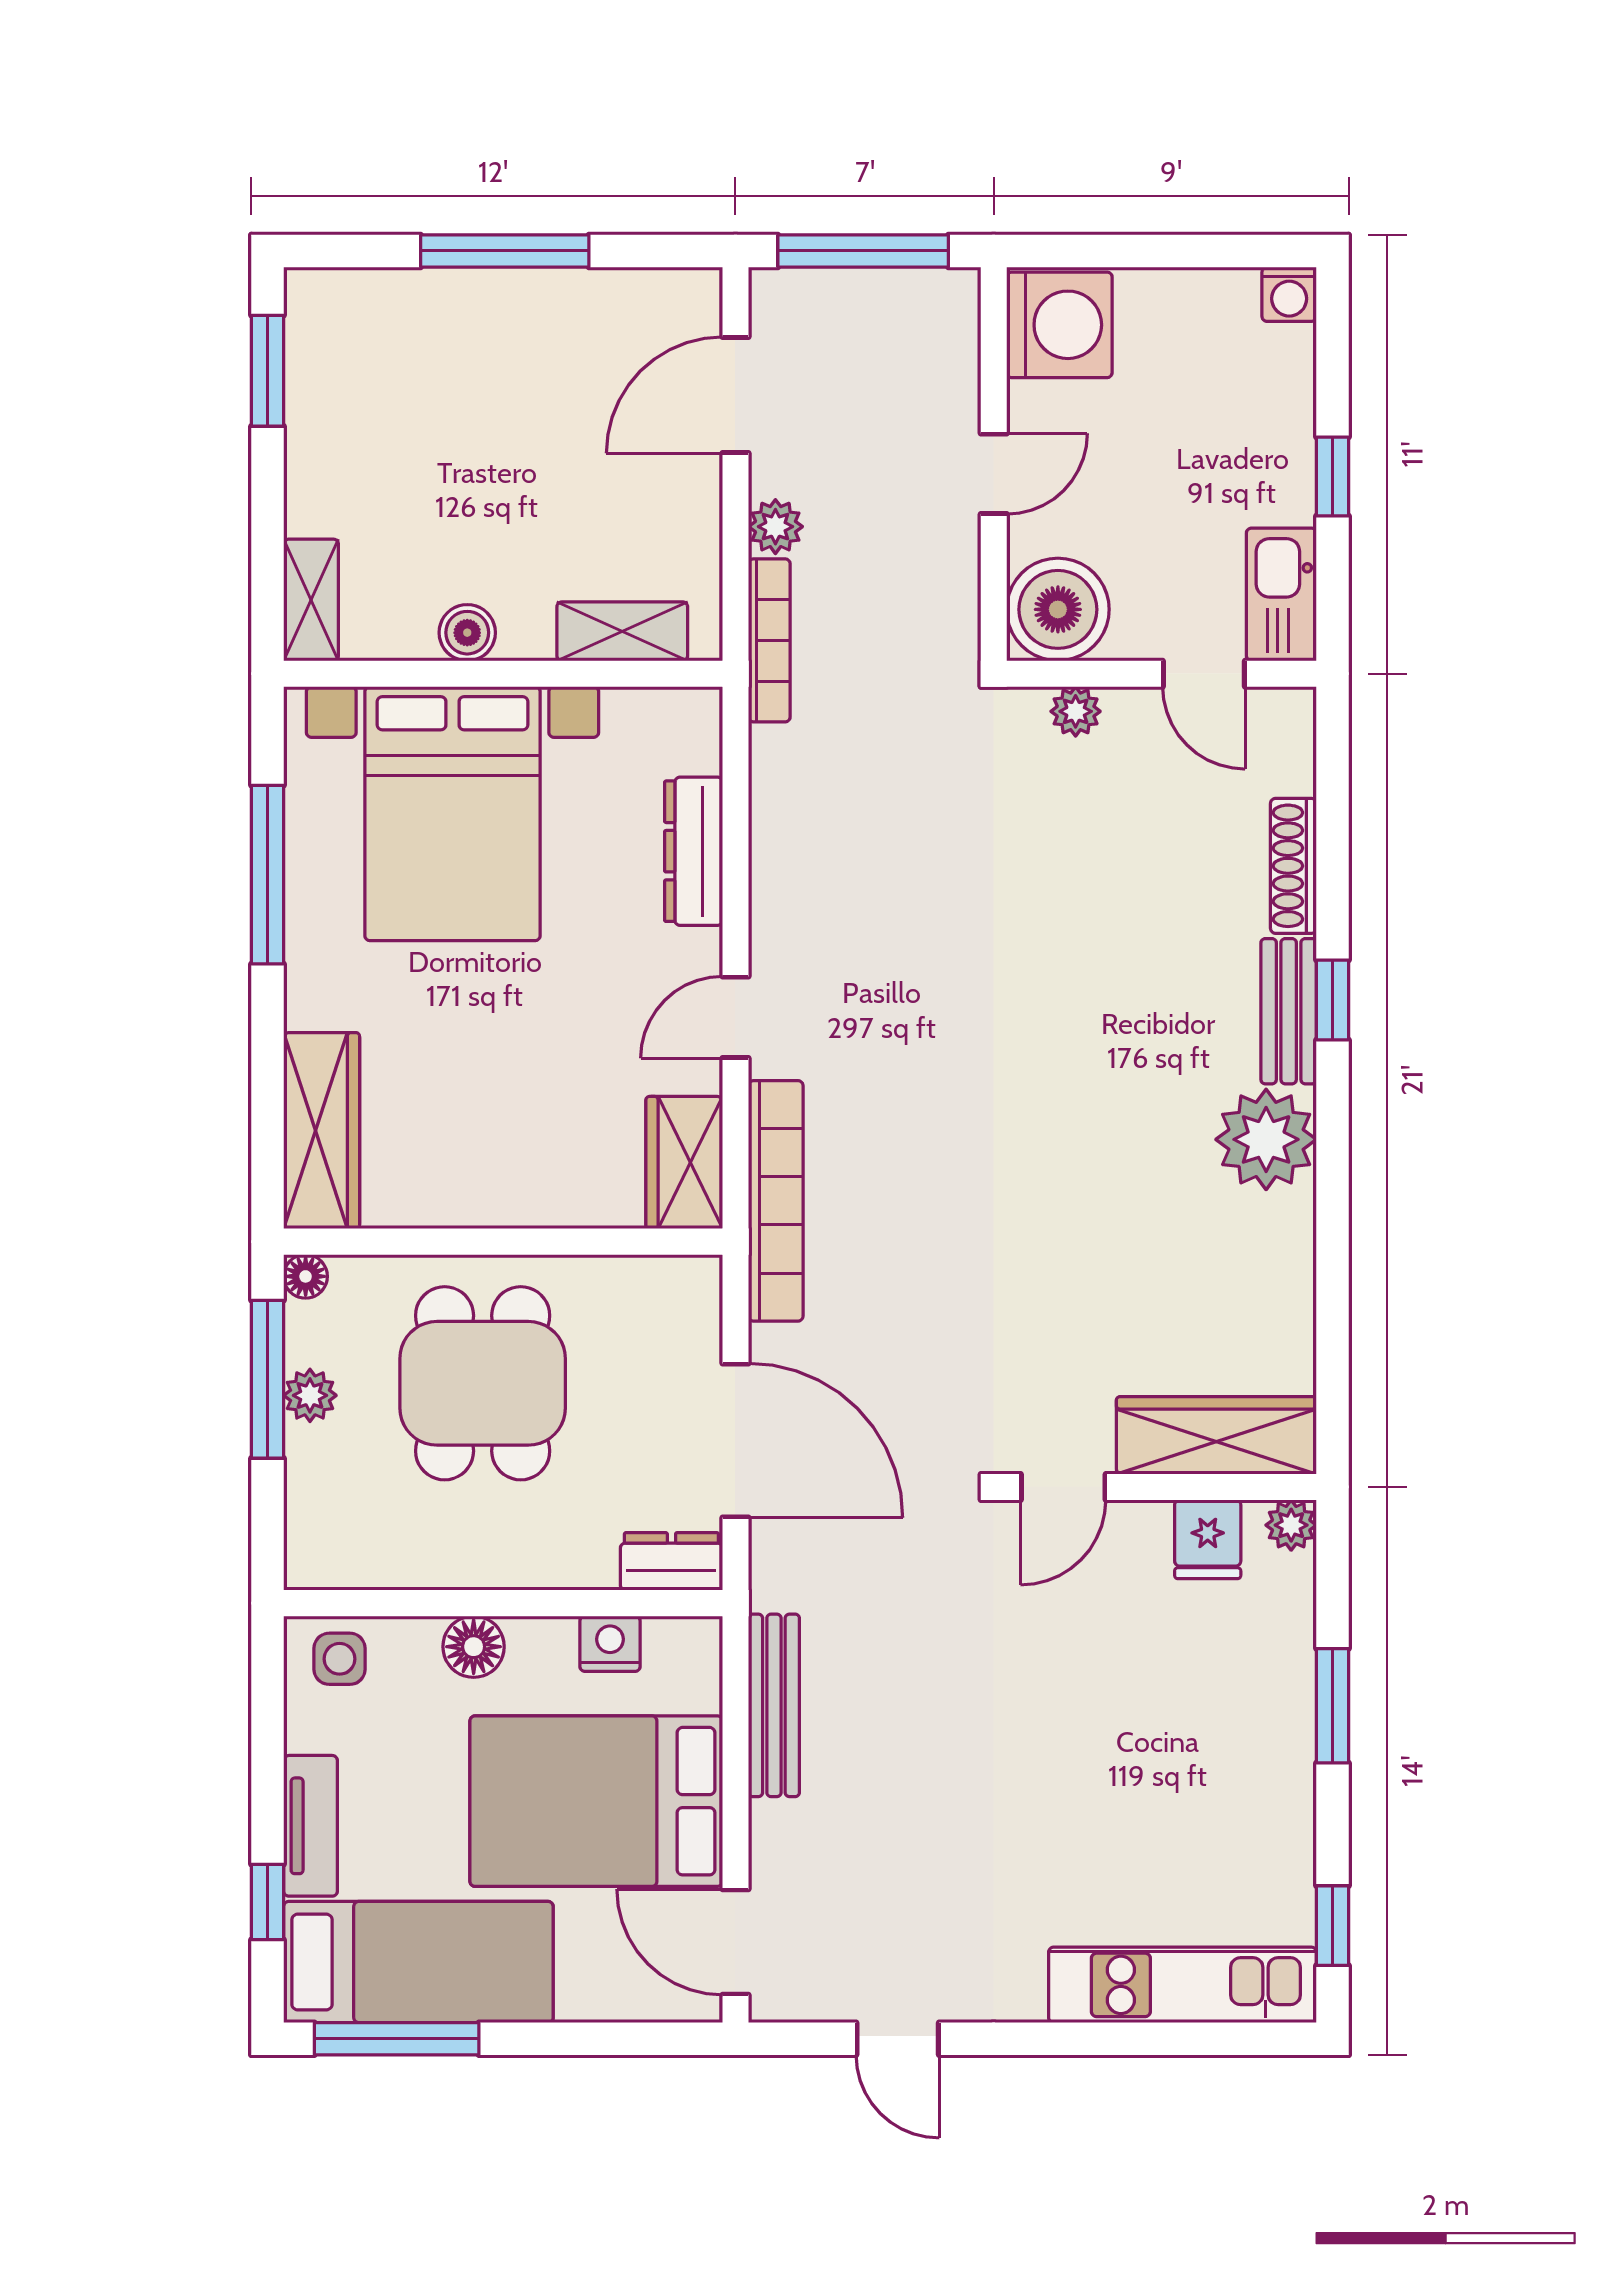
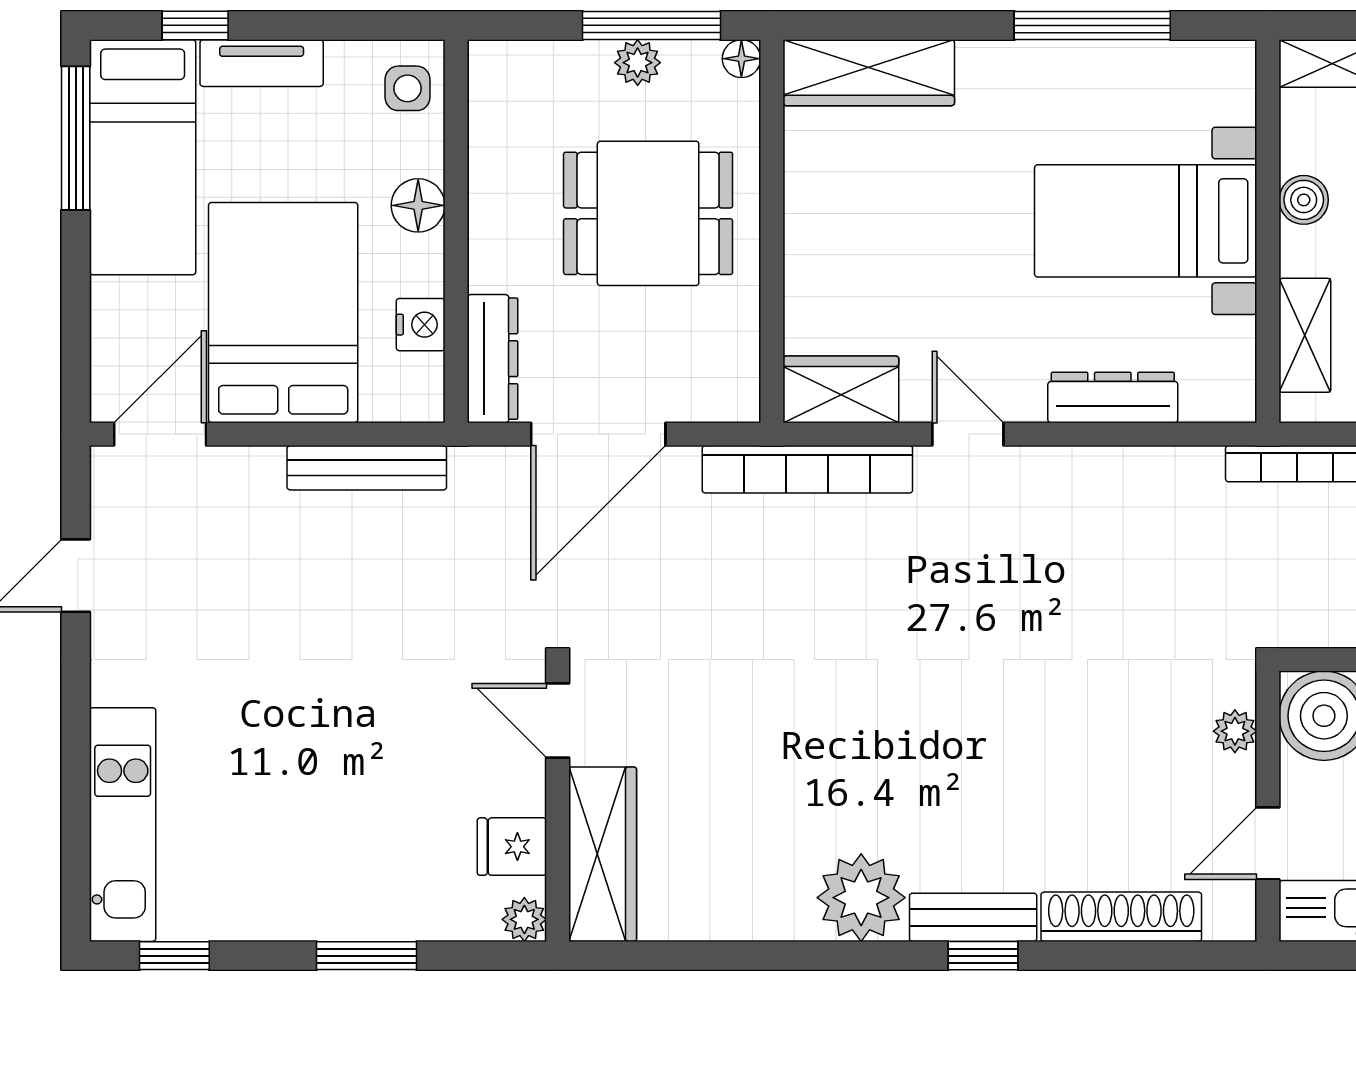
bed with nightstands: (452, 814) -> (1146, 221), width x0.73
shoe rack: (1293, 866) -> (1121, 917), width x1.36, depth x1.24
dresser: (671, 1561) -> (493, 359), width x1.44

